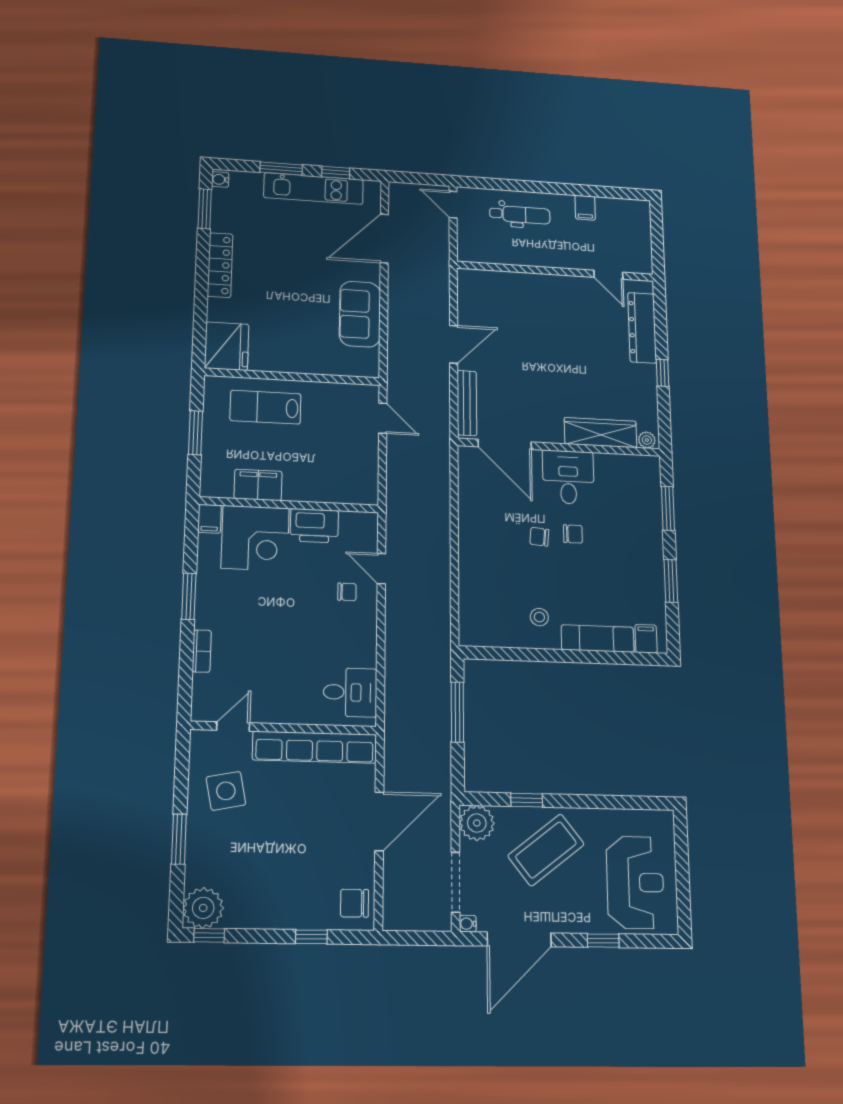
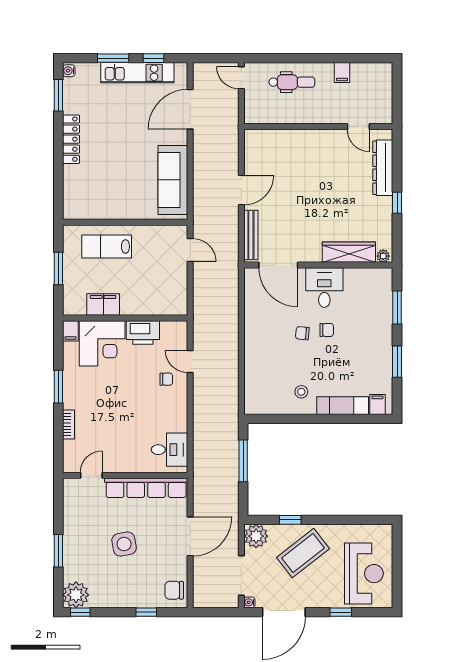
sofa: (360, 314) -> (173, 180), width x1.36
fridge: (227, 346) -> (78, 202), removed
side table: (226, 791) -> (124, 544), moved

